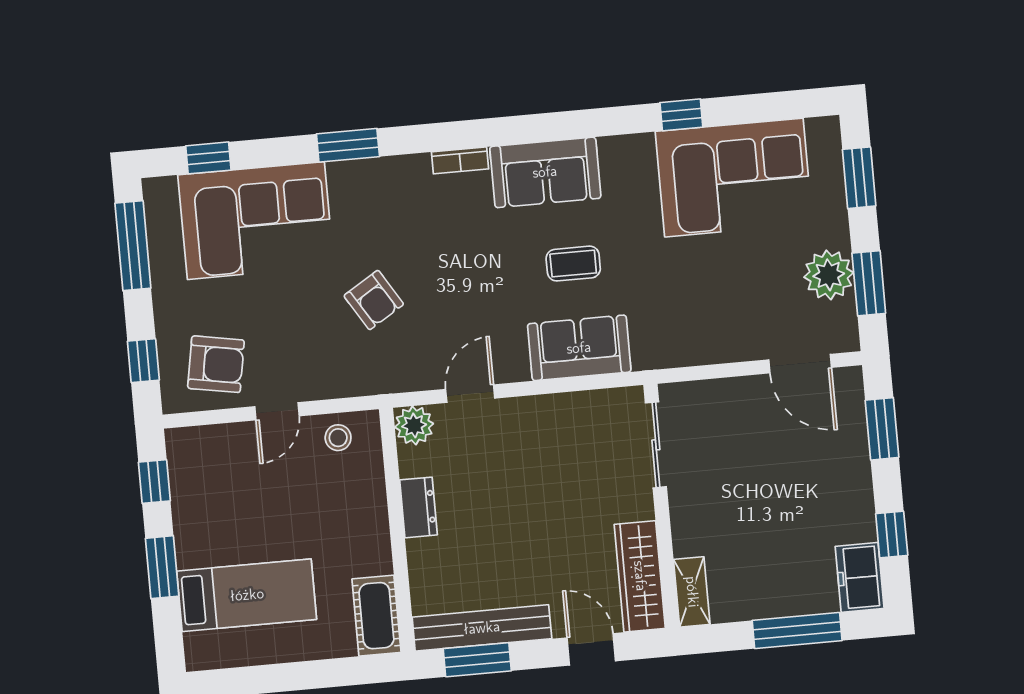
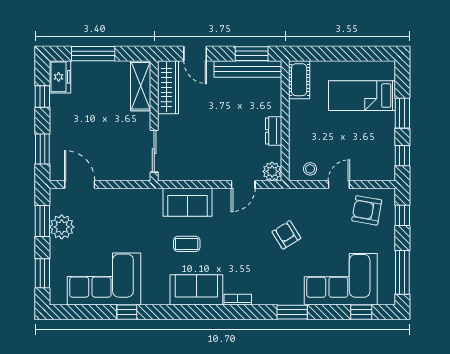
shelving: (692, 592) -> (141, 86), width x1.50, depth x1.33

